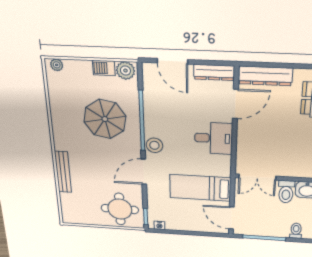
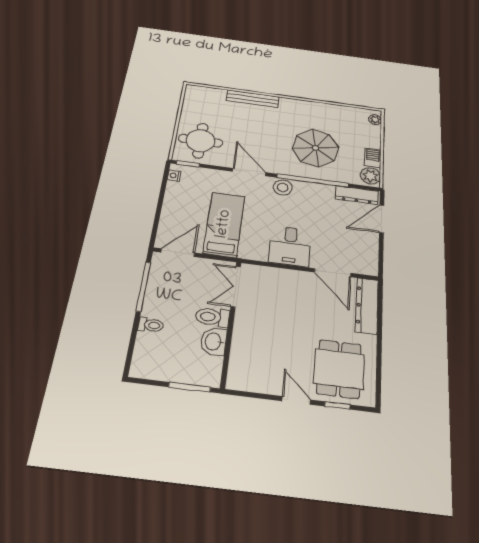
dresser: (214, 72) -> (357, 195), moved, turned -90

